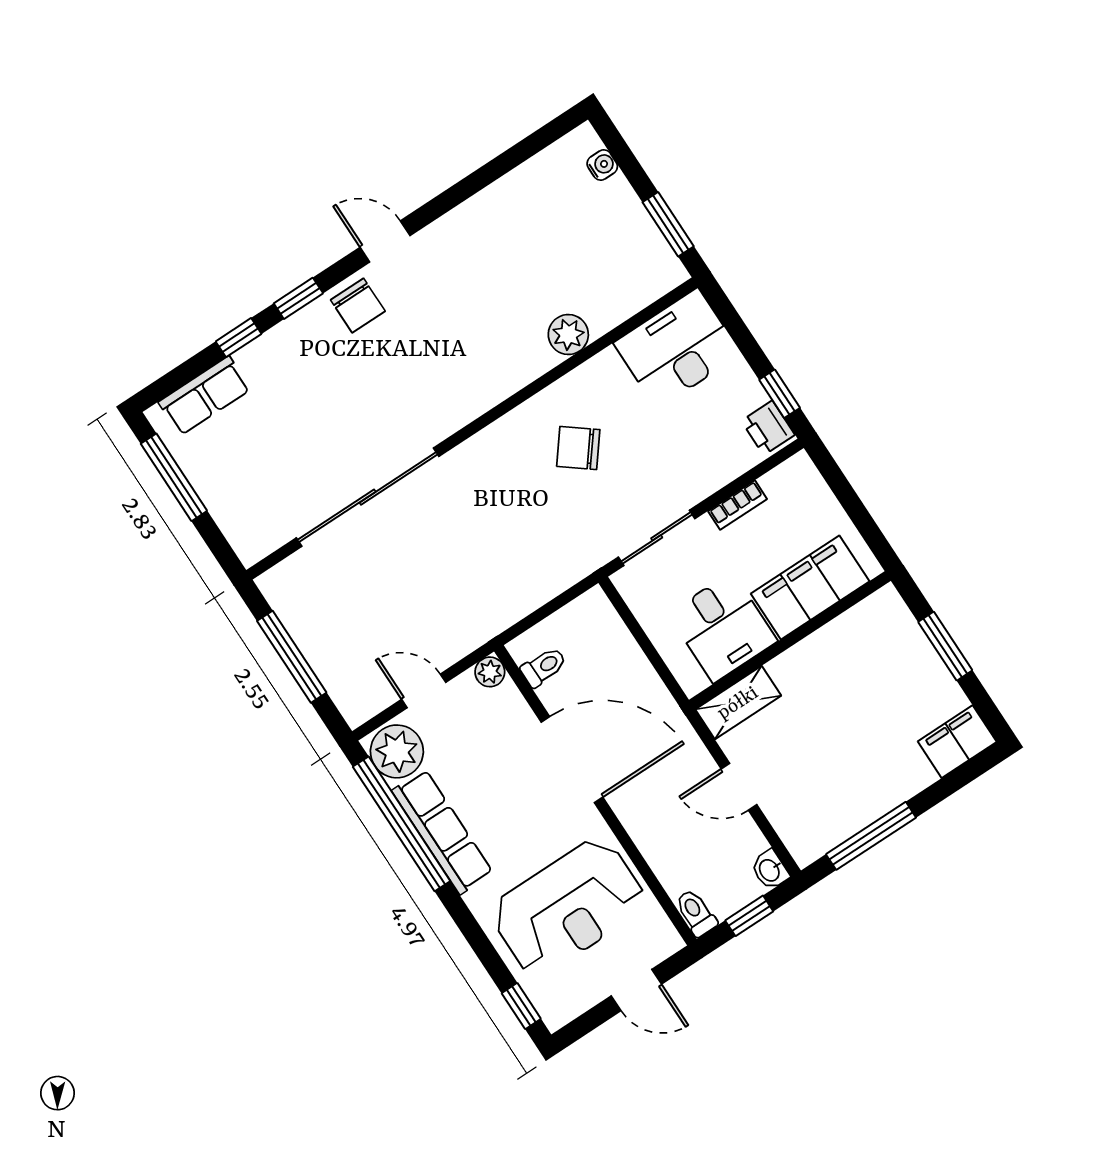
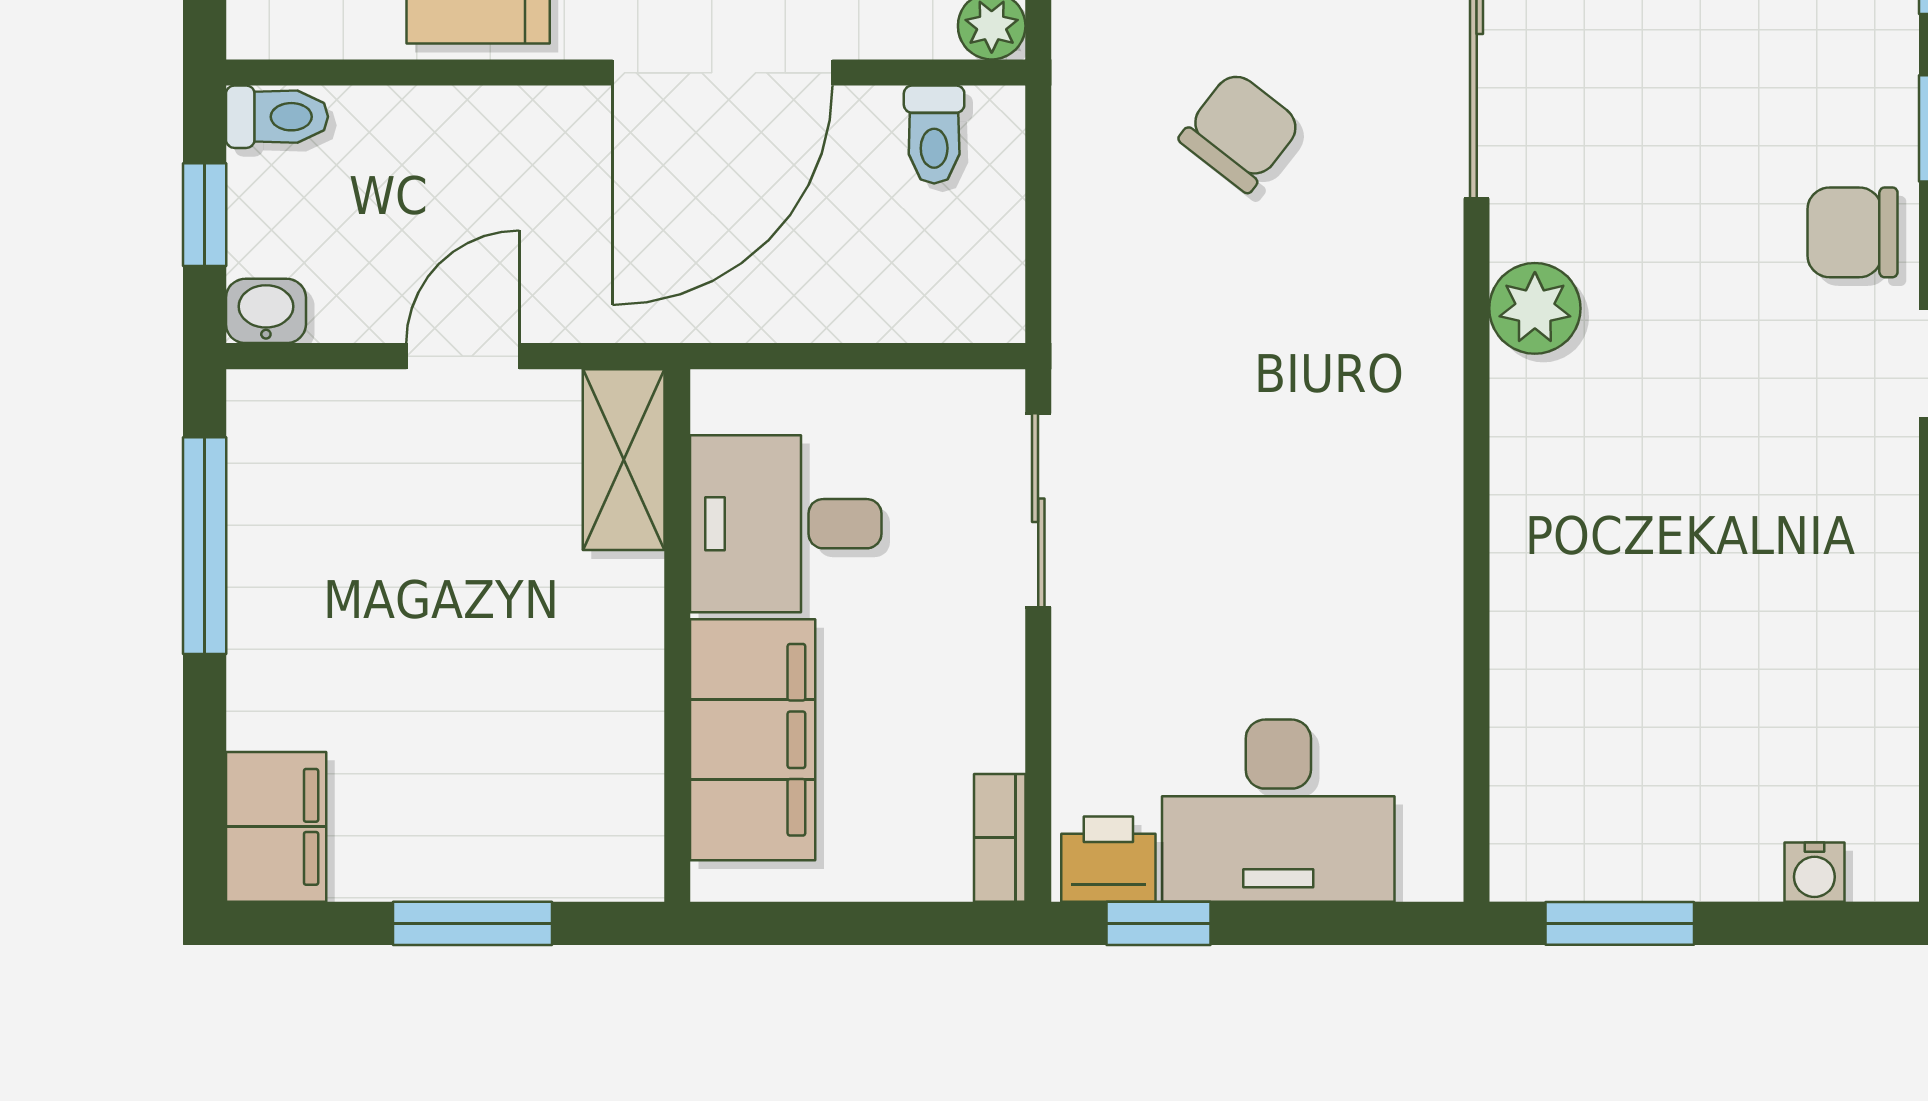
plant: (568, 335) -> (1535, 308), moved
desk: (677, 348) -> (1278, 811), moved, turned 90
chair: (578, 448) -> (1240, 132), moved
bookcase: (737, 505) -> (1000, 838), moved

